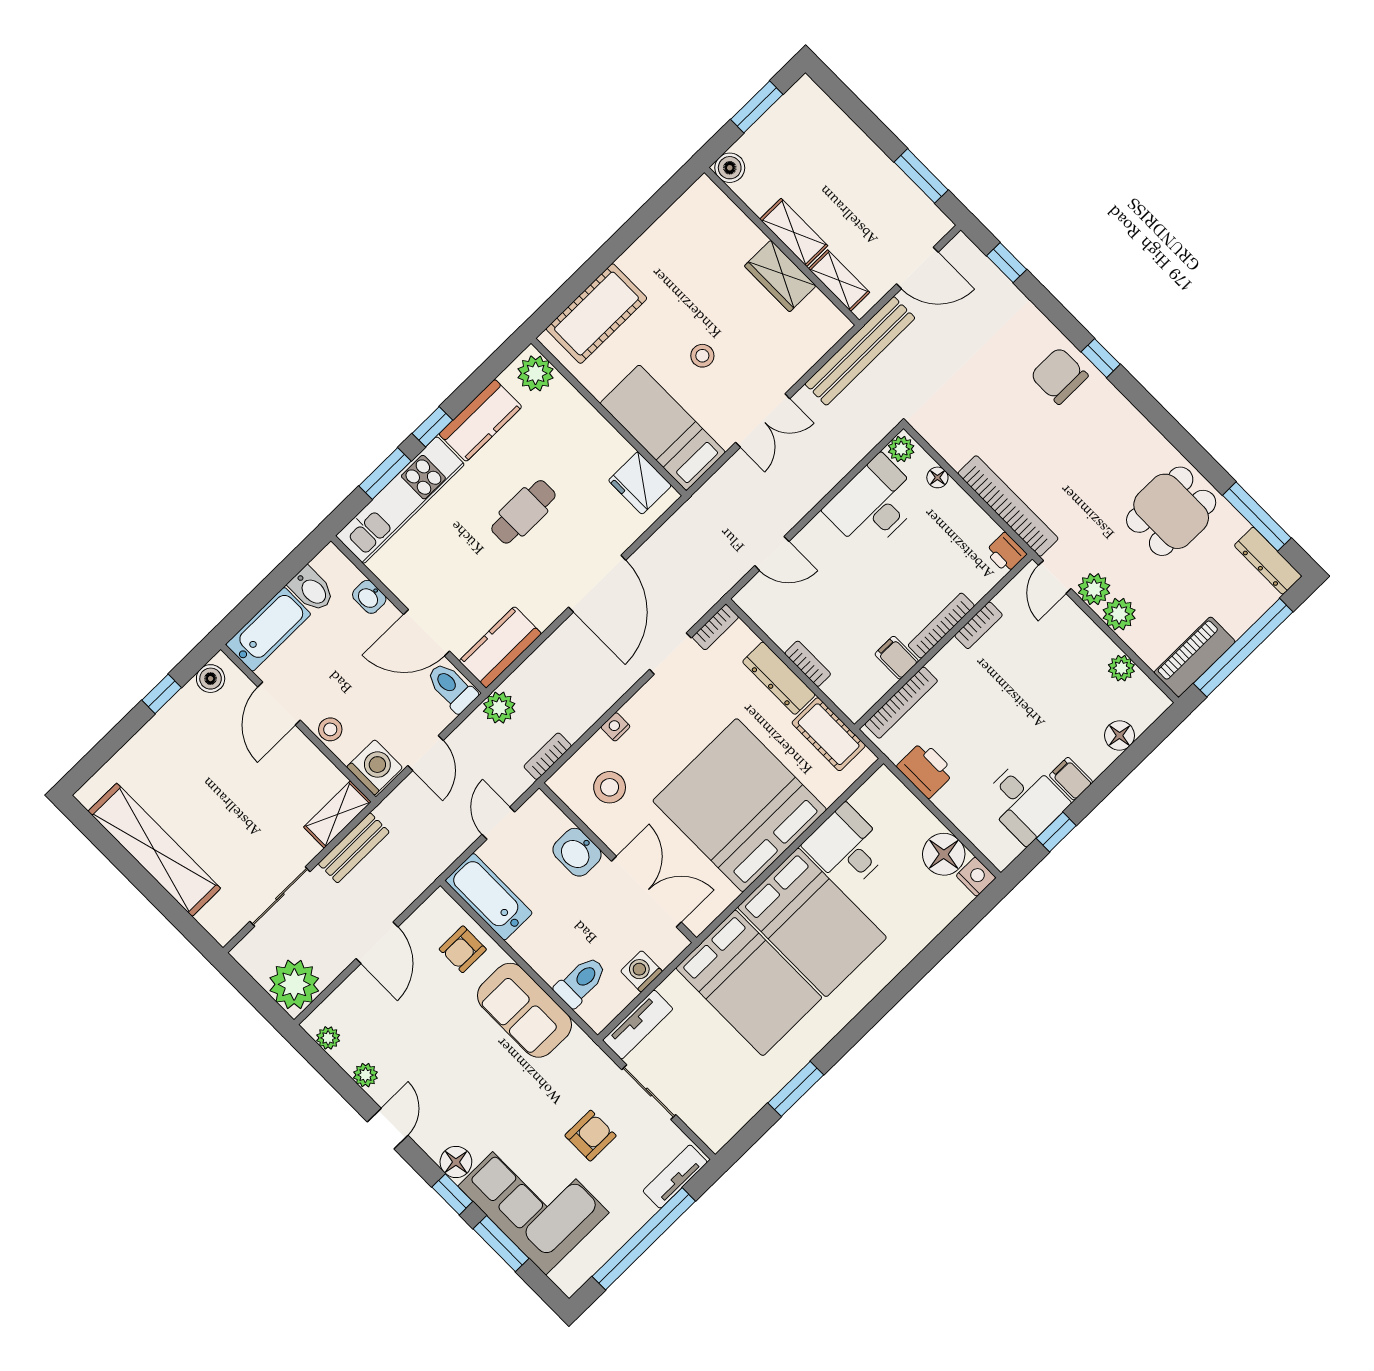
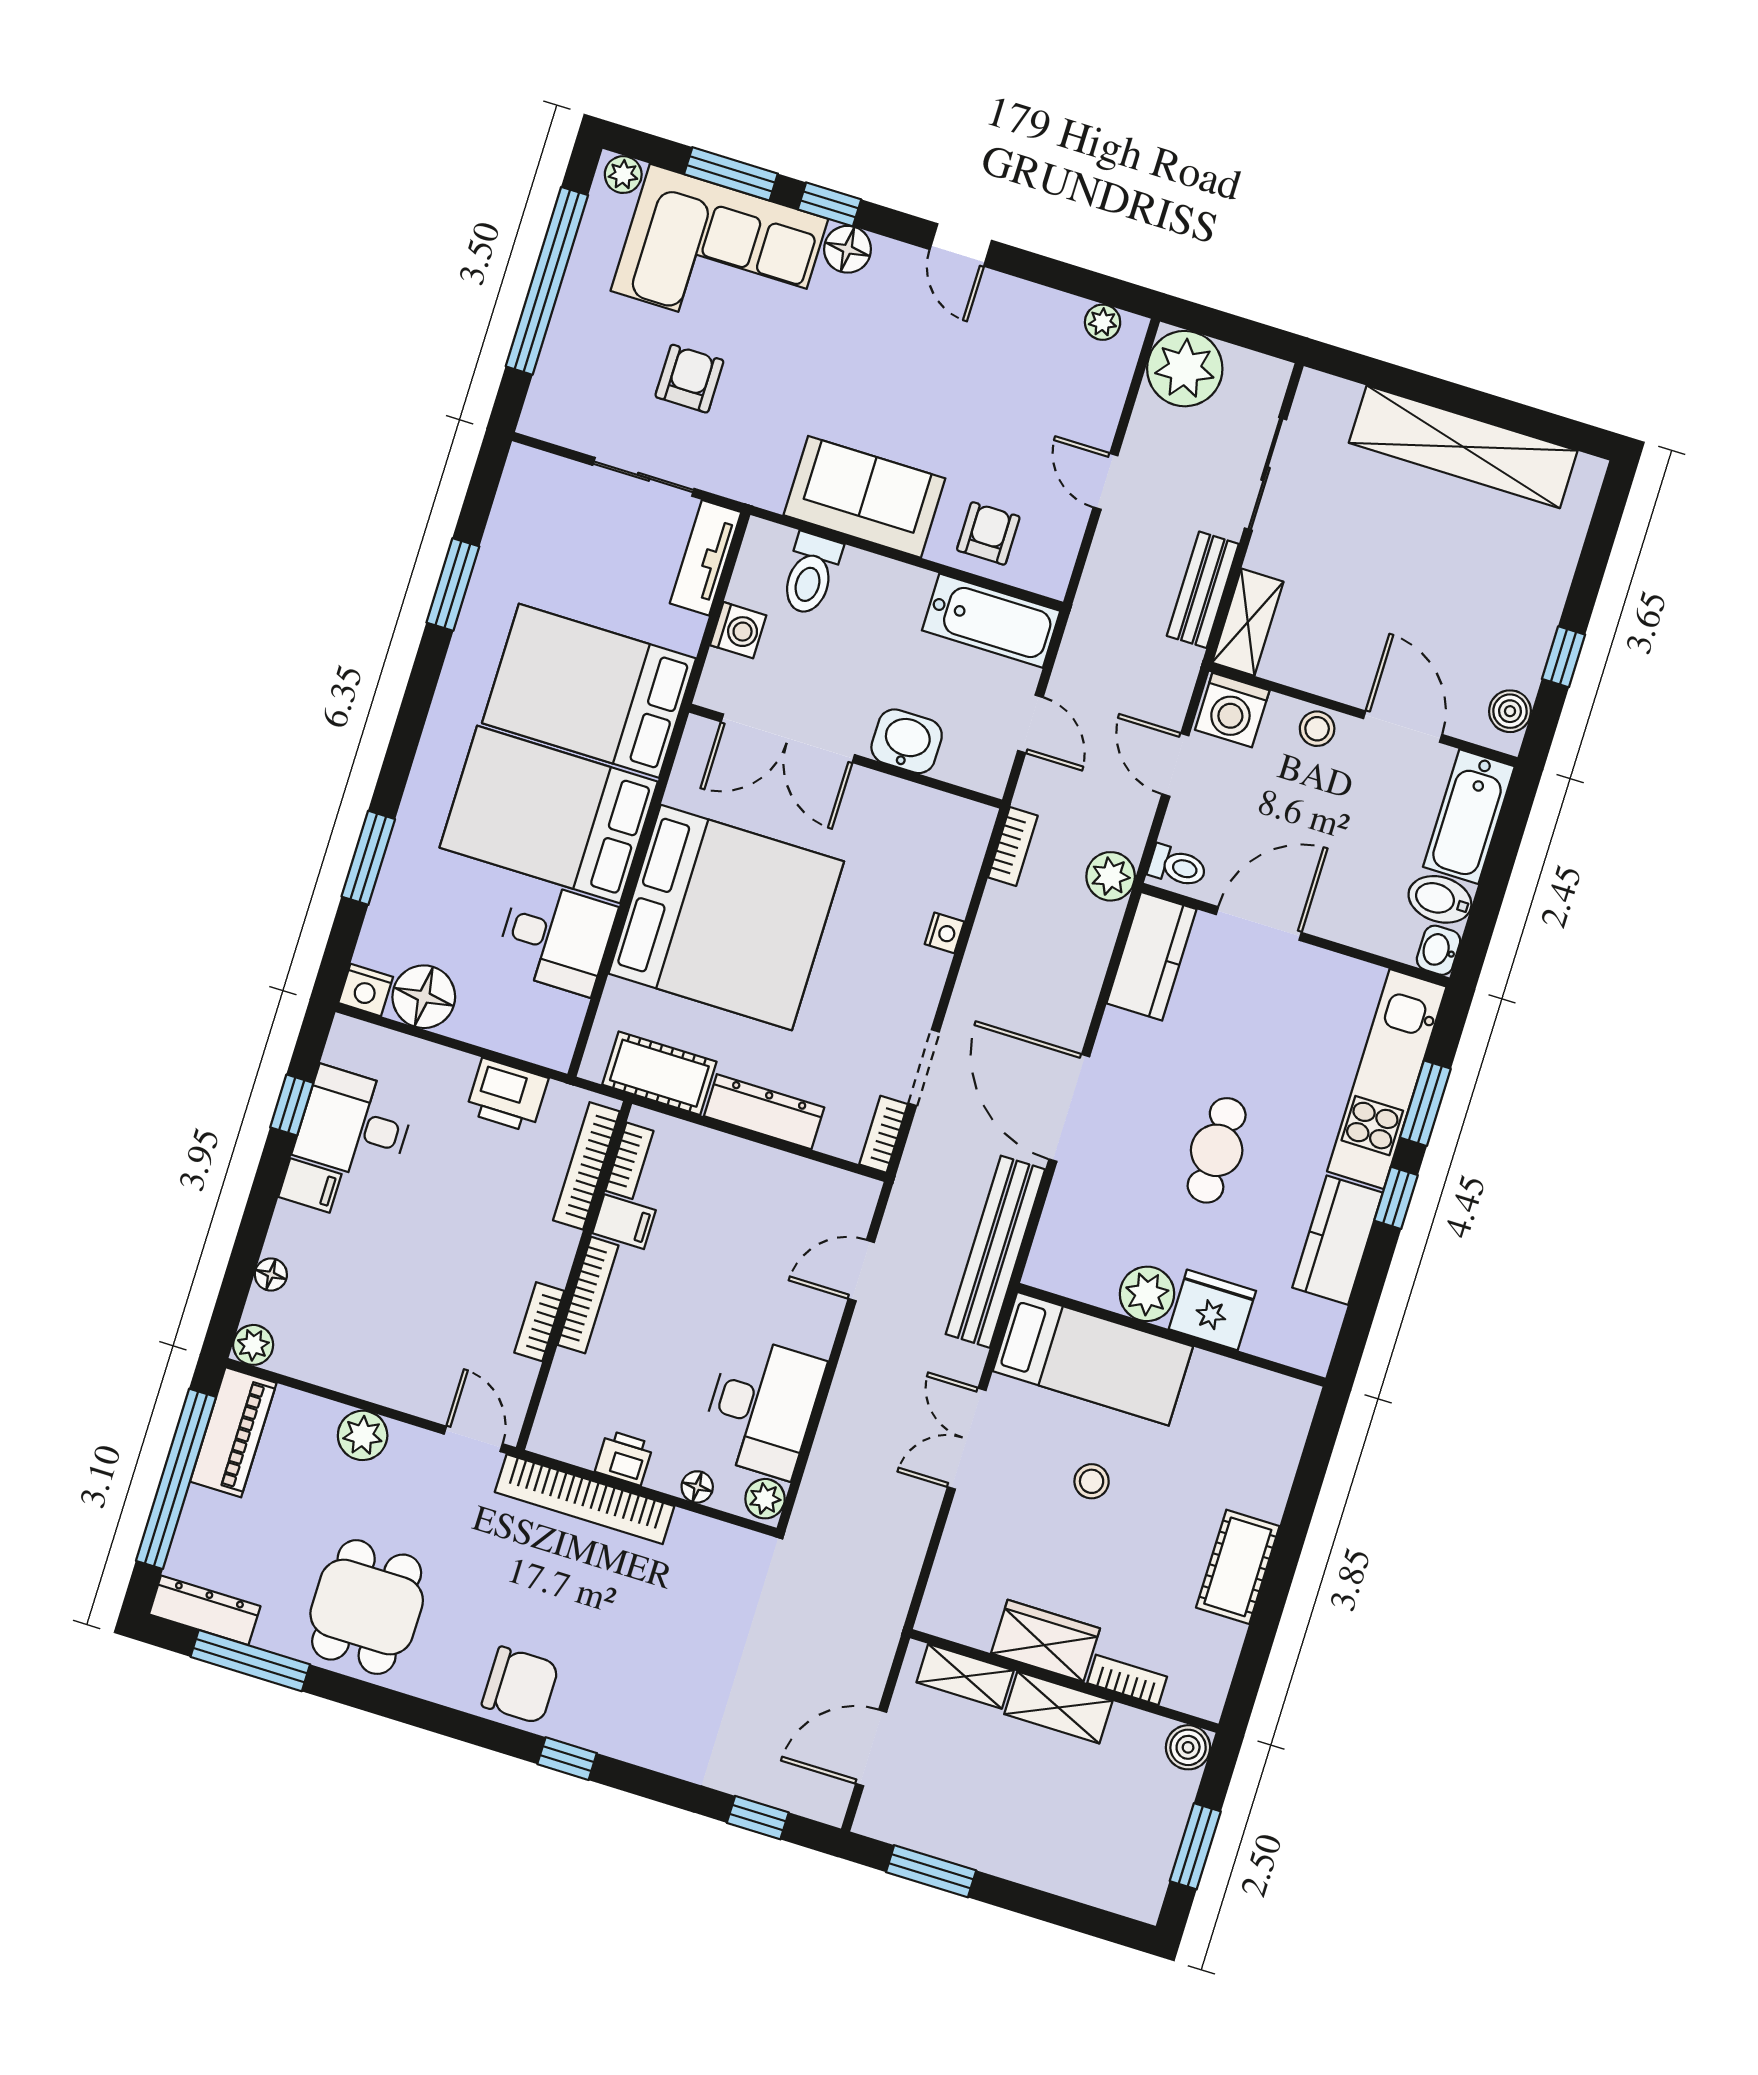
bookcase: (744, 227) -> (1127, 1680), added
cot: (596, 314) -> (1238, 1567), moved, width x0.73, depth x0.75
bench: (860, 351) -> (995, 1252), moved
plant: (536, 373) -> (1147, 1294), moved
chair: (1059, 376) -> (520, 1685), moved
fridge: (640, 483) -> (1212, 1310), moved
printer: (1006, 553) -> (624, 1458), moved
plant: (1094, 589) -> (413, 1451), removed
washbasin: (369, 597) -> (1439, 950), moved, turned -90
bookcase: (808, 664) -> (629, 1161), moved, turned -90
plant: (1121, 668) -> (253, 1345), moved
toilet: (452, 687) -> (1177, 866), width x0.73, depth x0.72
floor lamp: (1119, 736) -> (271, 1275), width x0.73, depth x0.73
stool: (610, 787) -> (910, 849), removed
door: (377, 943) -> (1105, 481), width x0.73
window: (933, 954) -> (368, 858), added
plant: (365, 1075) -> (623, 175), moved
armchair: (590, 1136) -> (689, 379), turned 180
tv unit: (675, 1177) -> (550, 384), removed

